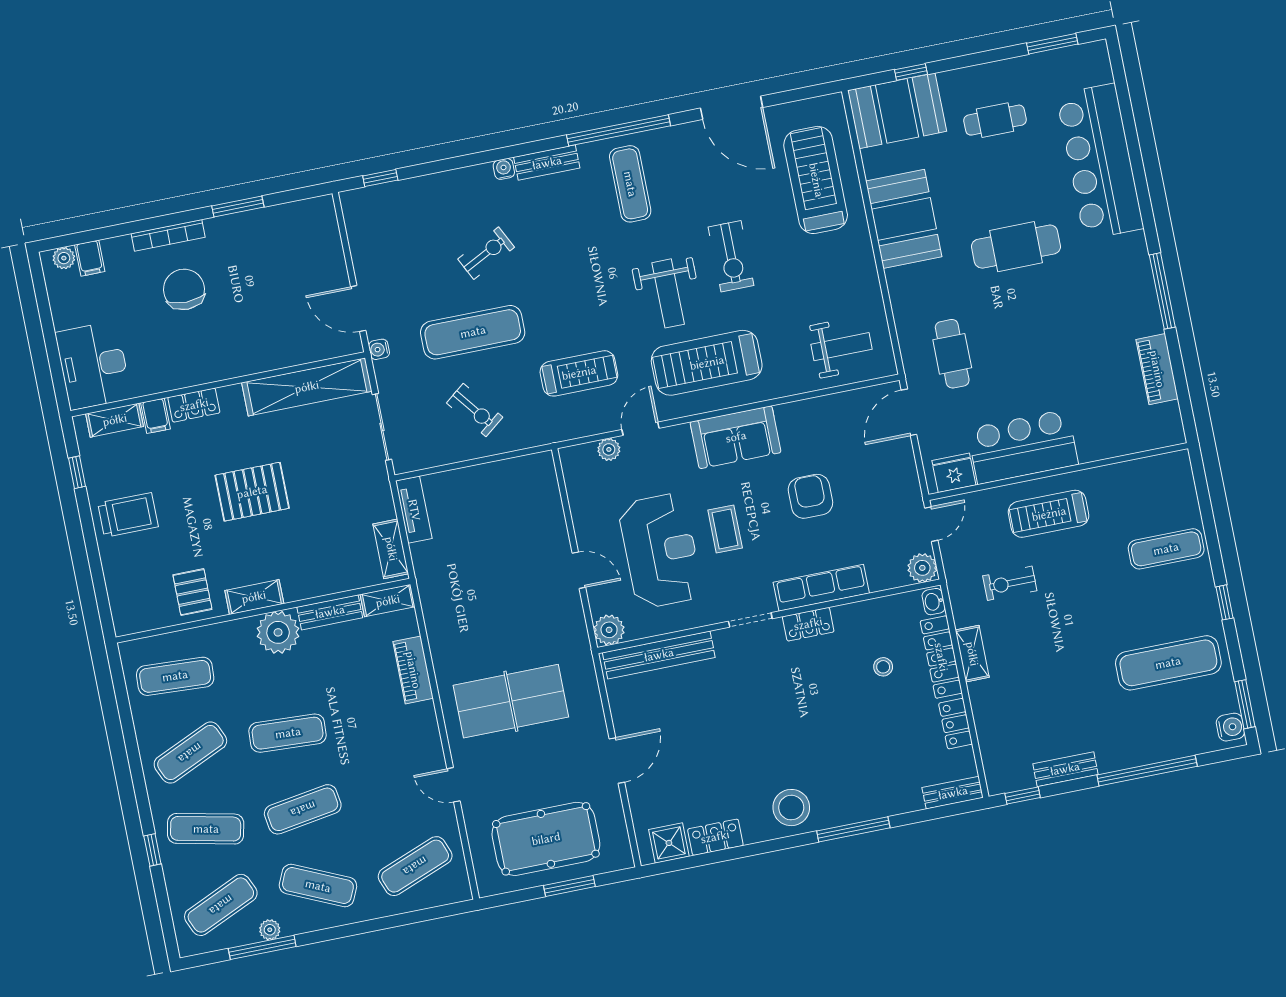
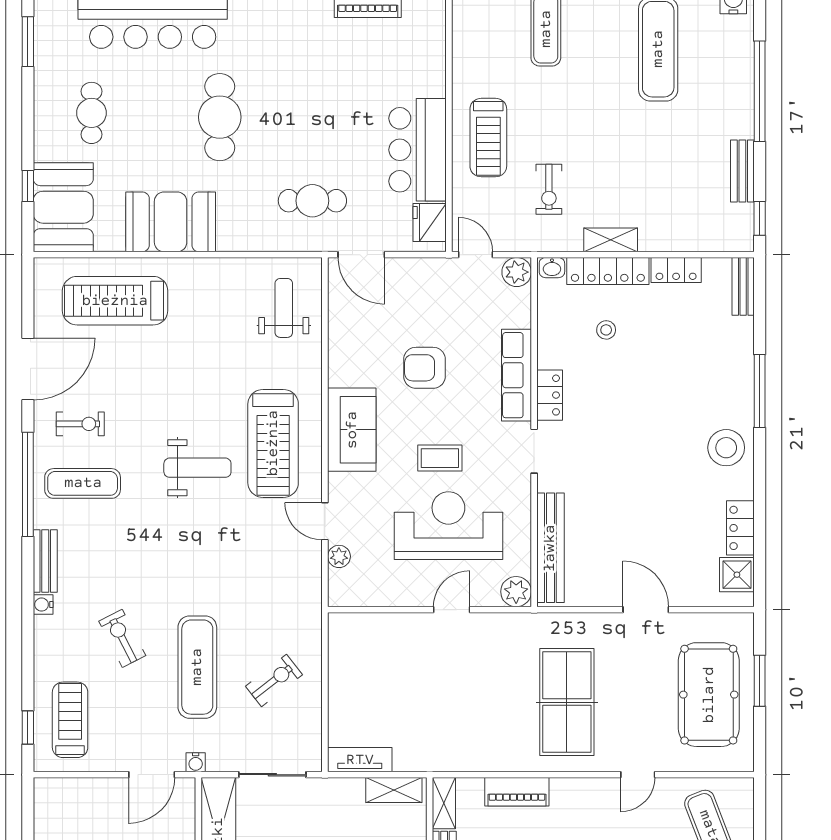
exercise bike: (731, 256) -> (80, 424), moved, width x0.73, depth x0.72
treadmill: (579, 373) -> (70, 720), moved

